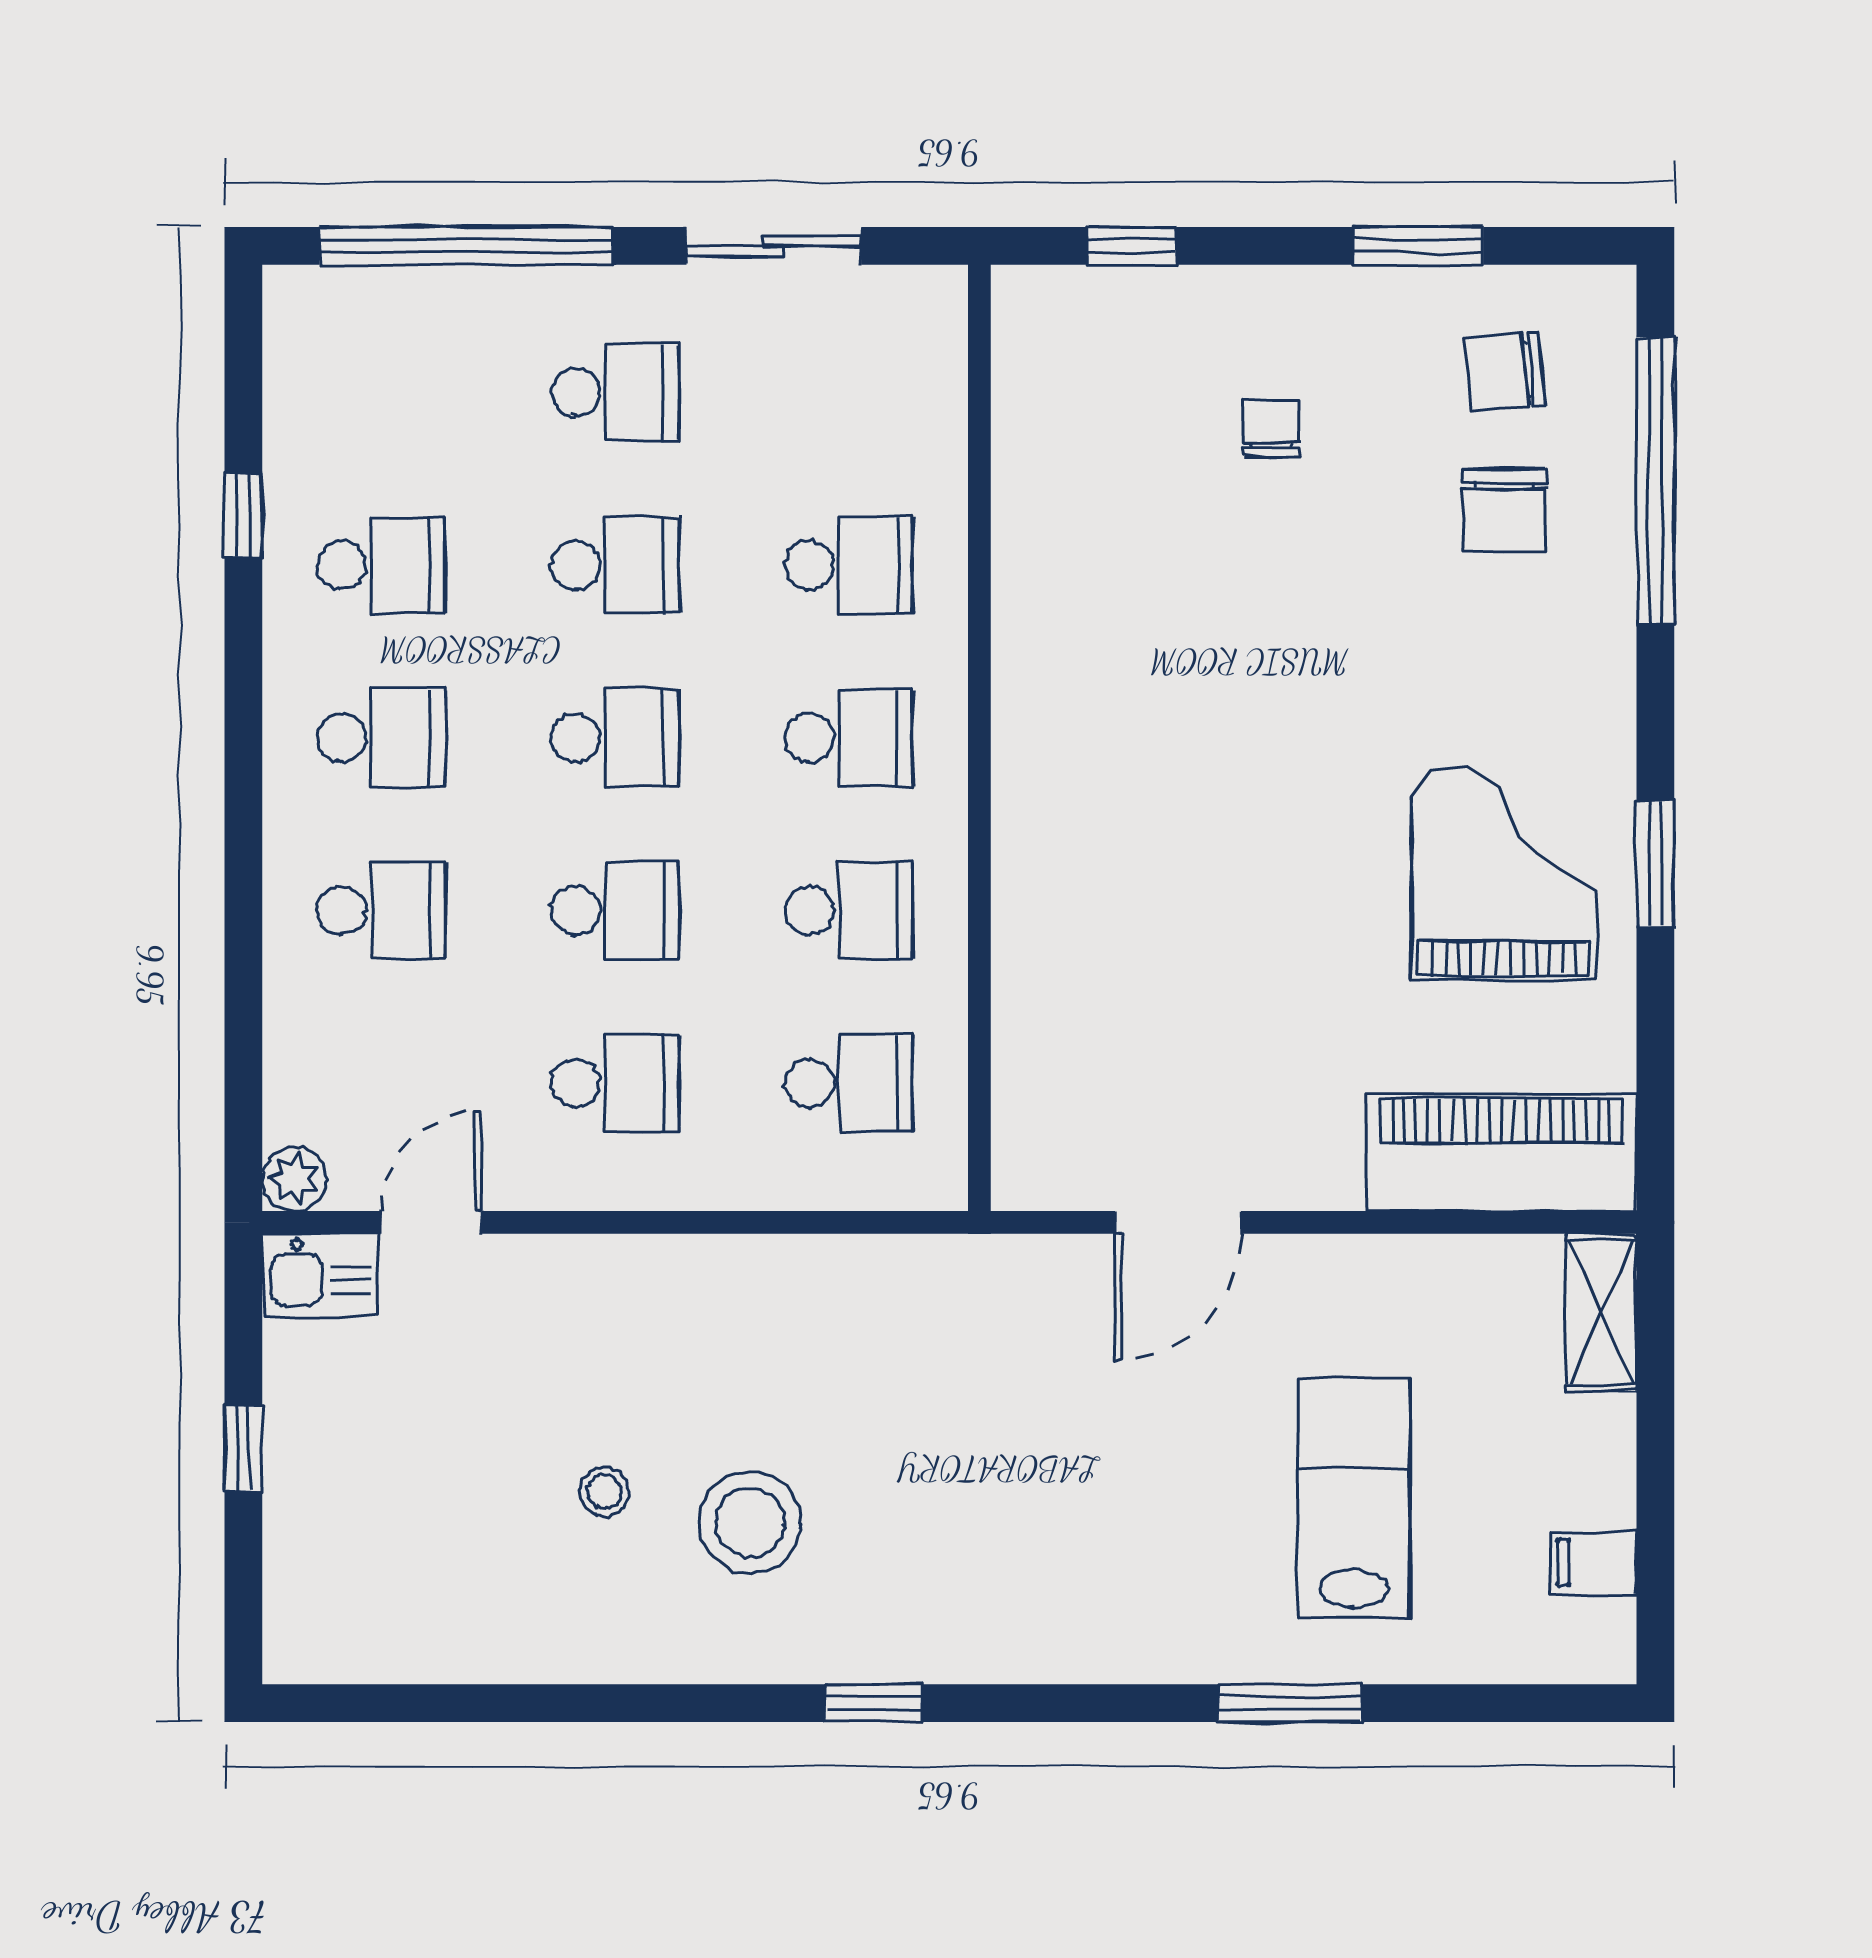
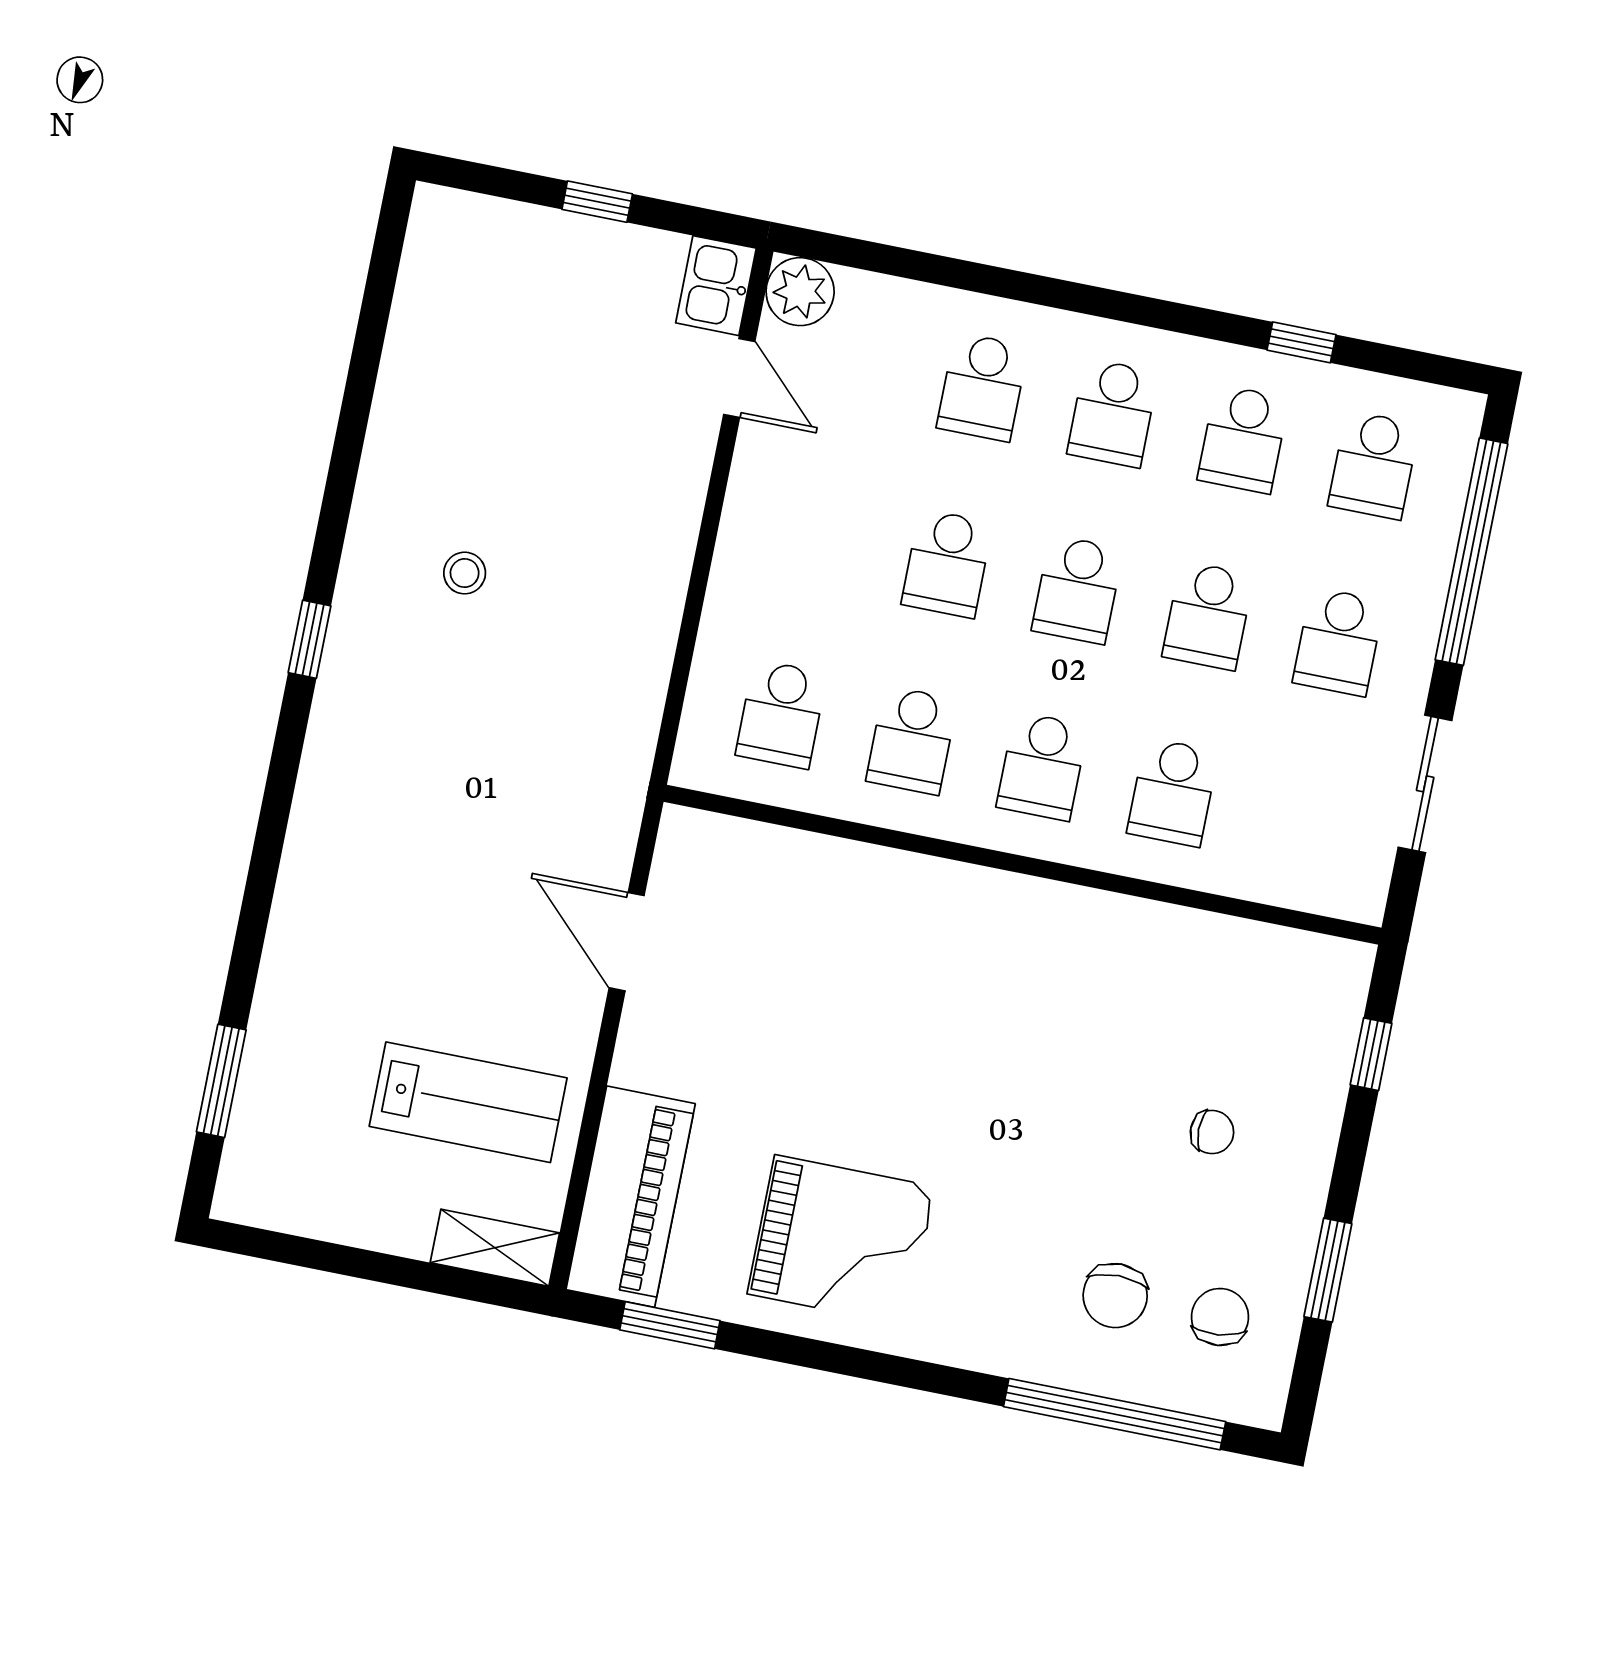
chair: (1504, 510) -> (1115, 1296), turned -90
window: (1655, 863) -> (670, 1325), moved
school desk: (615, 1083) -> (1374, 465), moved
plant: (294, 1179) -> (800, 292), width x1.38, depth x1.38
stool: (604, 1492) -> (510, 468), removed
lab bench: (1354, 1498) -> (468, 1102), moved
stool: (750, 1522) -> (465, 573), width x0.53, depth x0.53
filing cabinet: (1594, 1563) -> (307, 1204), removed
window: (1290, 1703) -> (221, 1081), moved

